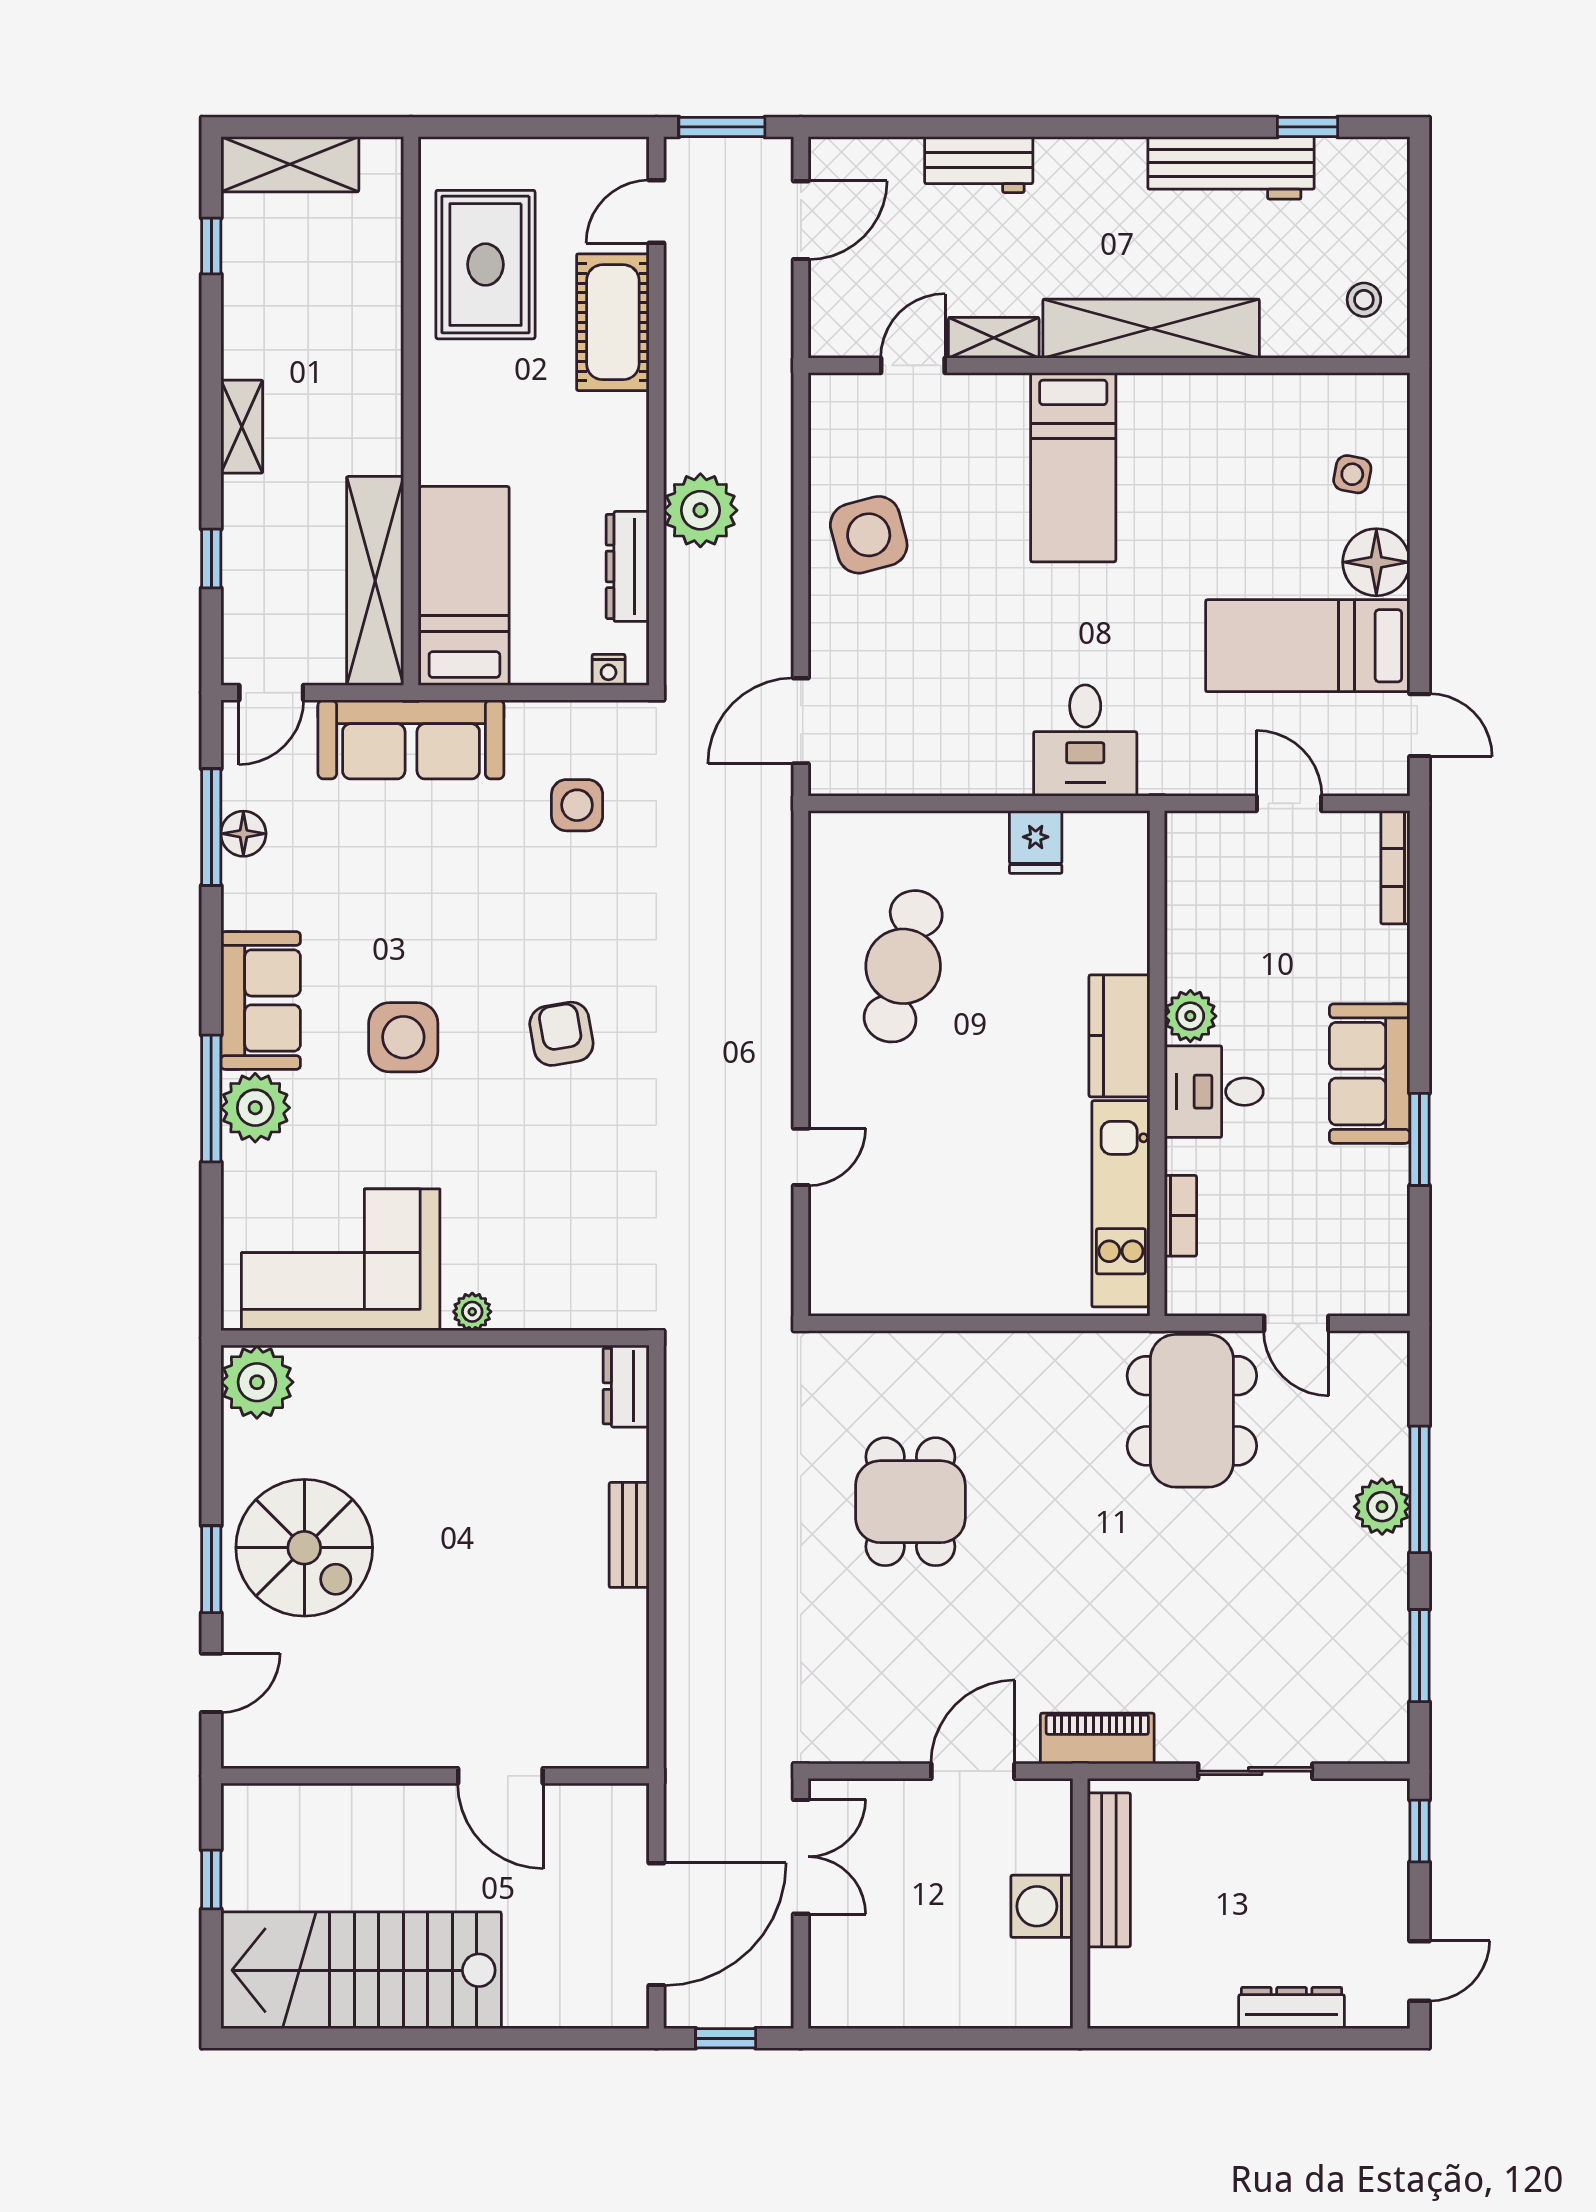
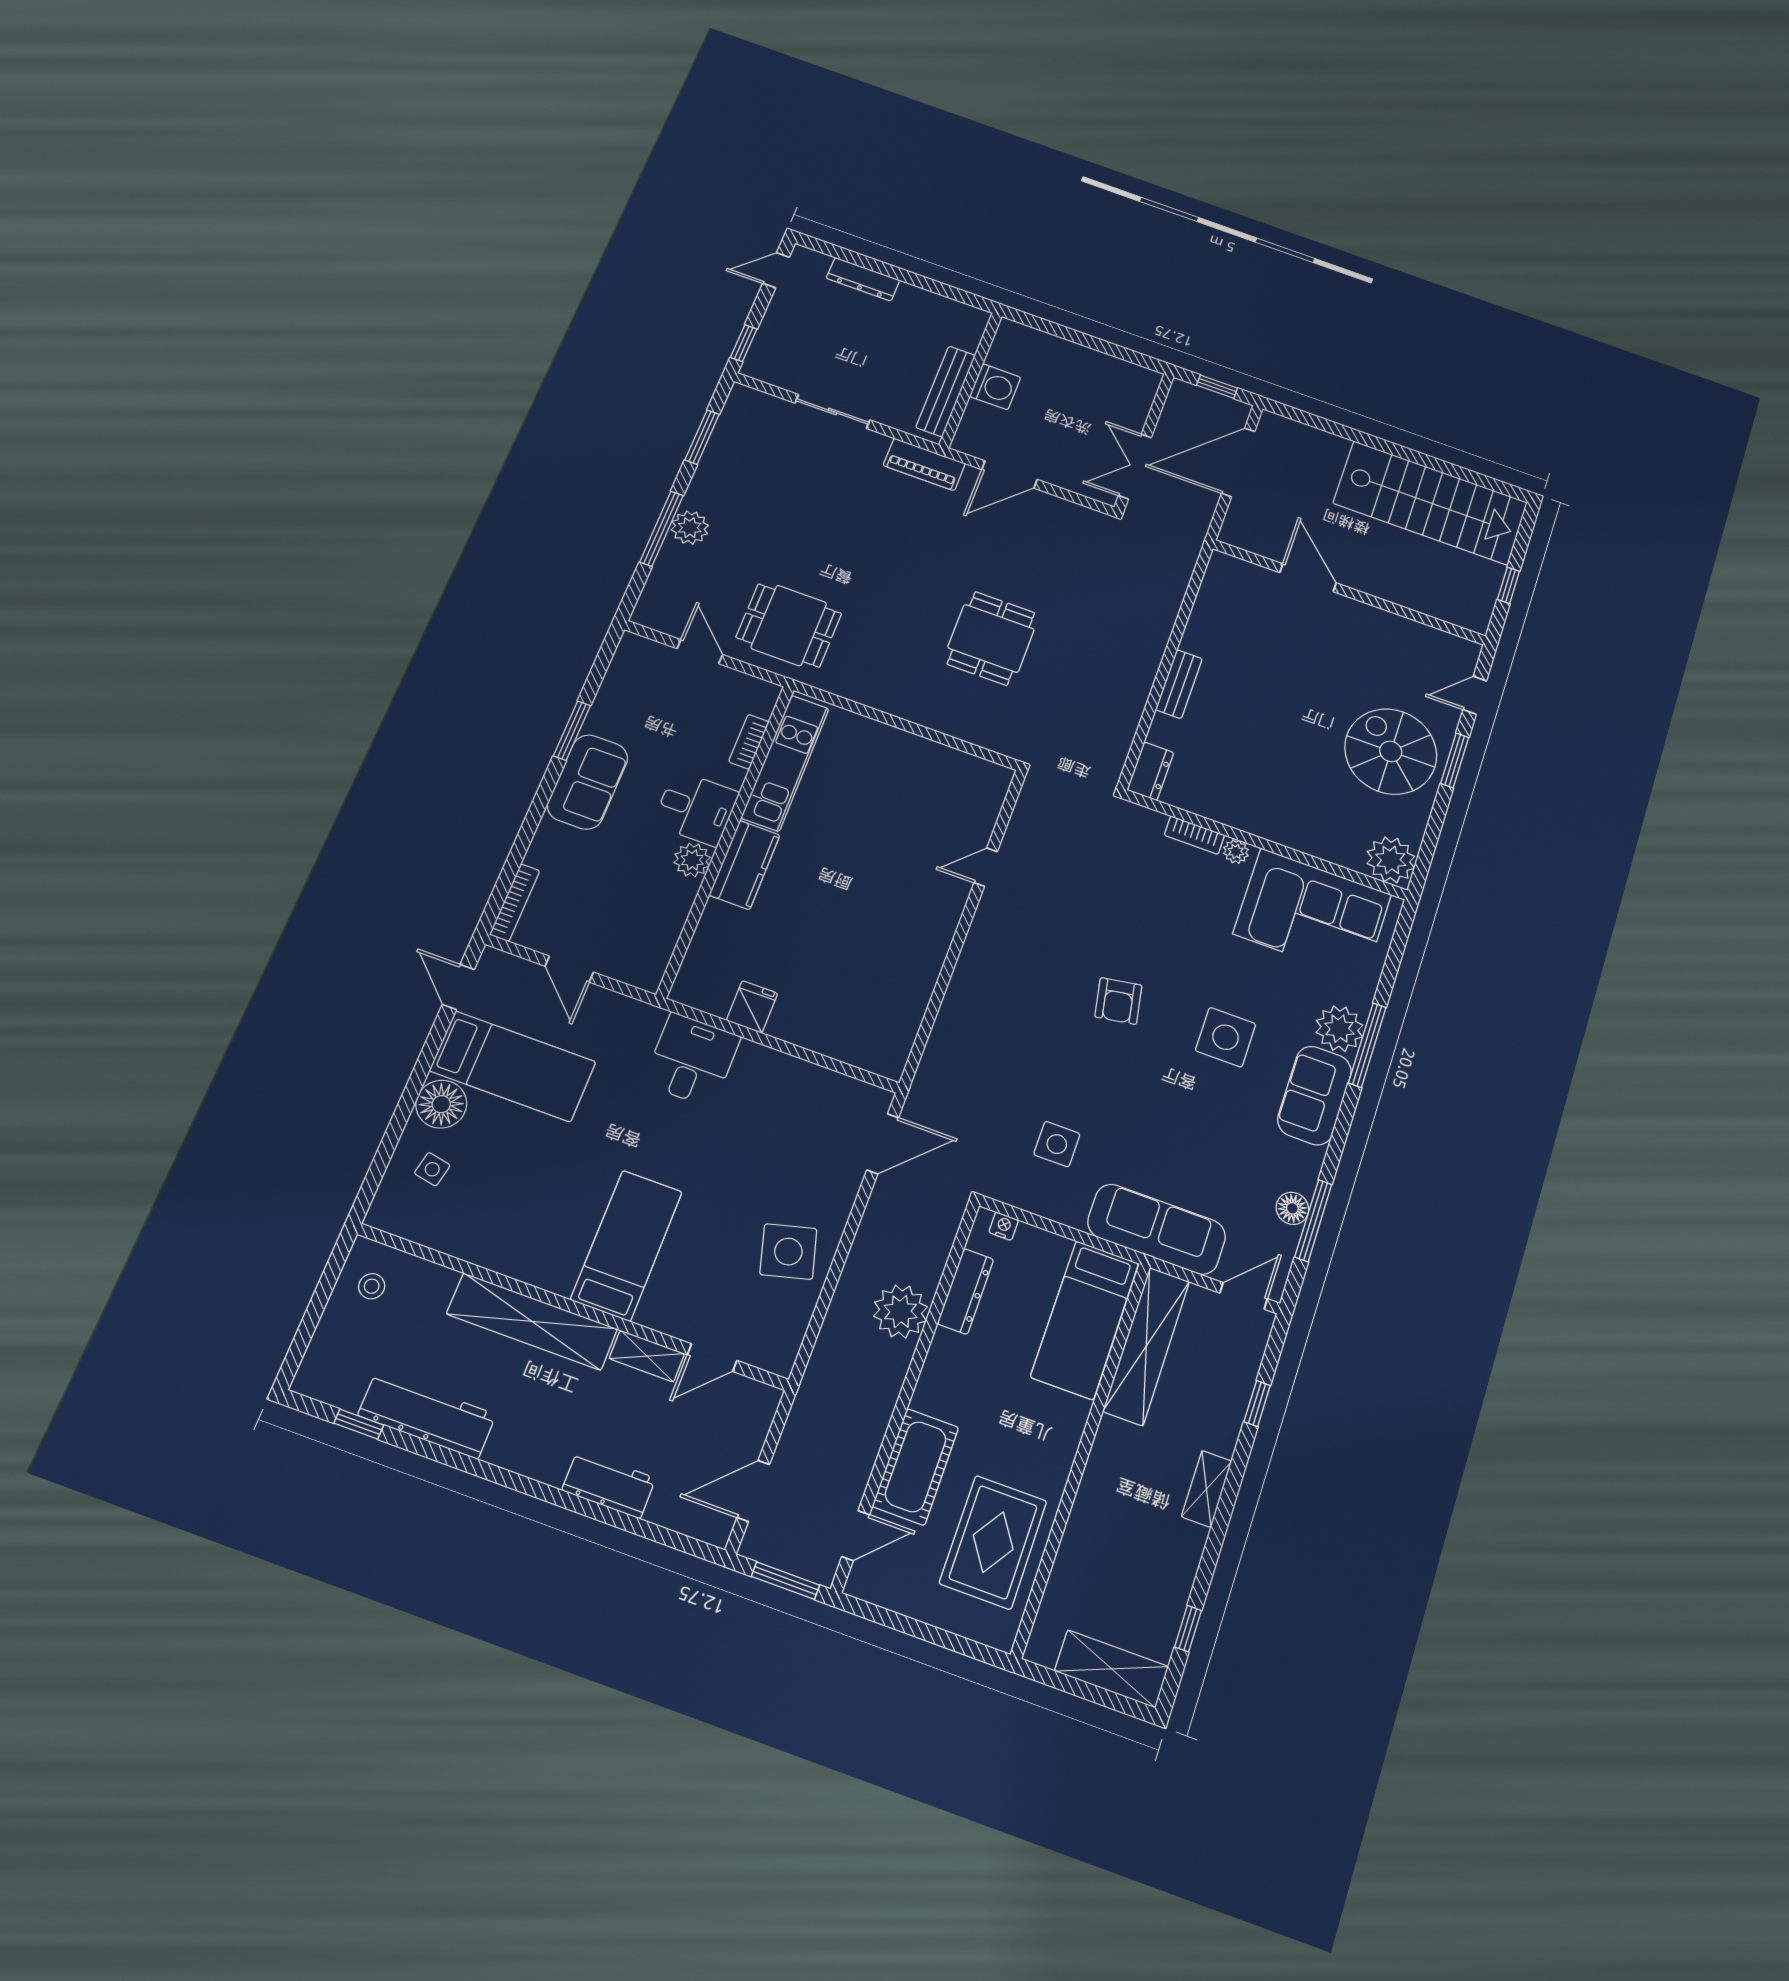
cafe table: (903, 966) -> (873, 961), removed
bookcase: (536, 1314) -> (1194, 835), added
dining table: (1192, 1411) -> (789, 625), width x0.73

